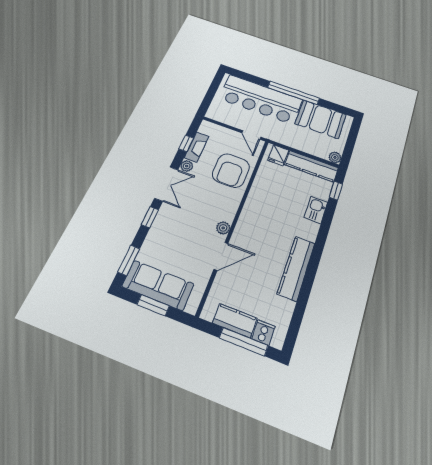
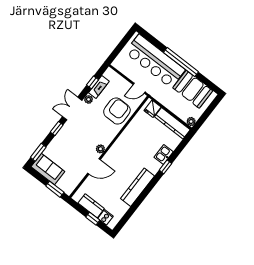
door: (251, 135) -> (139, 88), hinge flipped
armchair: (231, 170) -> (117, 111), turned 180
double door: (166, 184) -> (72, 109), swing flipped
window: (336, 191) -> (165, 167), moved
sofa: (158, 285) -> (48, 169), width x0.73
window: (153, 305) -> (55, 189), moved
window: (244, 342) -> (93, 219), width x0.46

